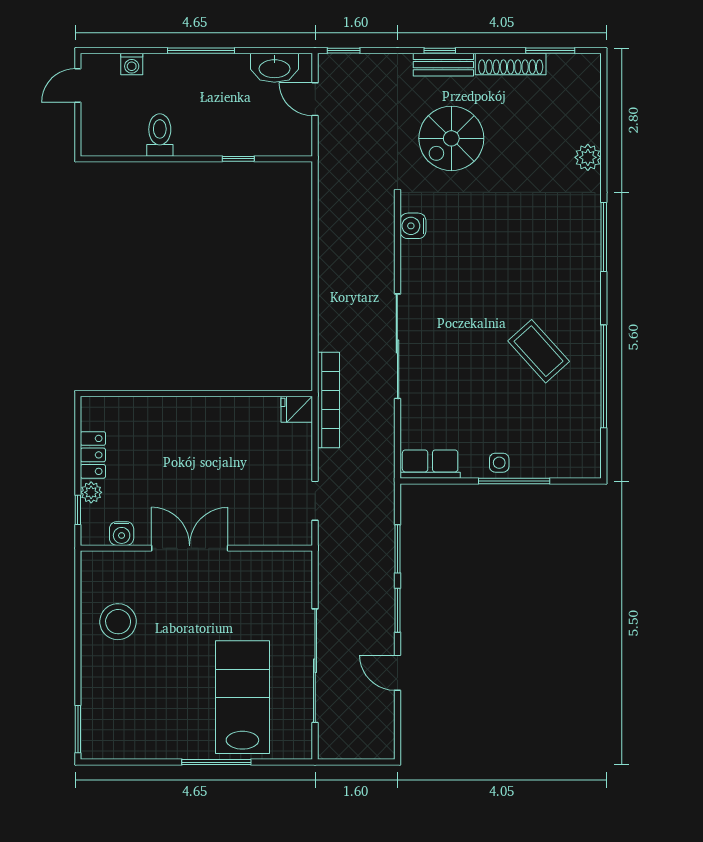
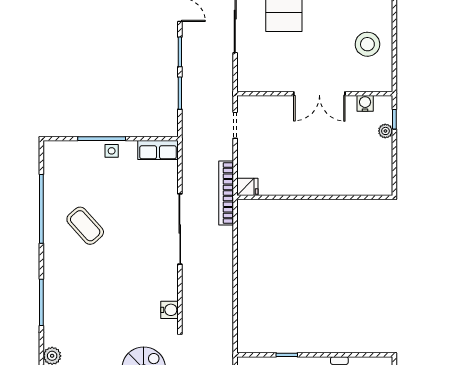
locker: (93, 455) -> (384, 156), removed

